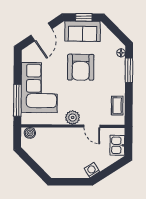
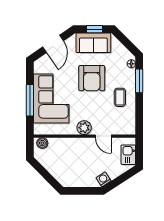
window: (17, 100) -> (30, 100), moved
coffee table: (117, 106) -> (120, 97), moved

